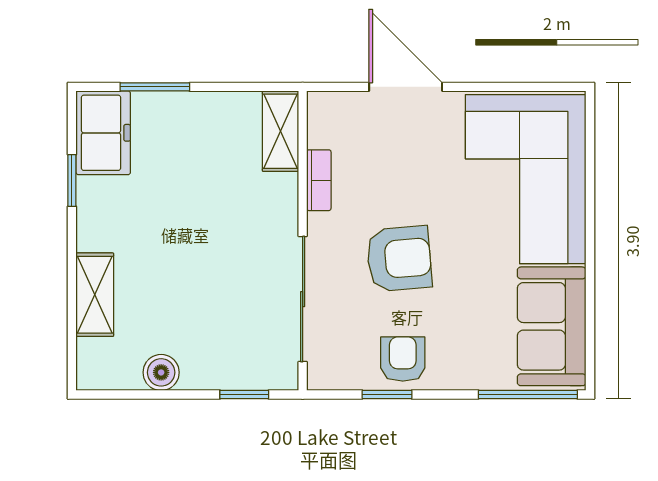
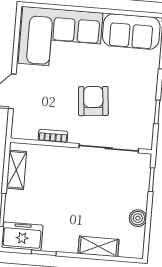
shelving: (280, 131) -> (16, 170), moved, turned 90
armchair: (403, 359) -> (141, 103), removed

